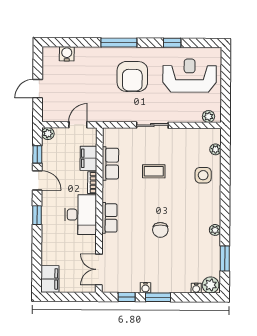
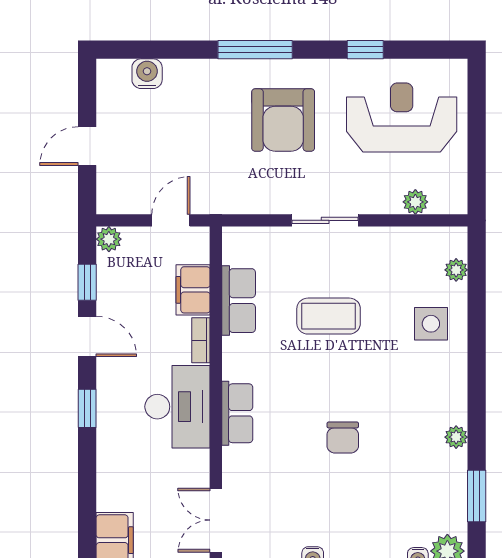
plant: (208, 116) -> (415, 202), moved
coffee table: (154, 171) -> (329, 316), width x1.36, depth x1.30

